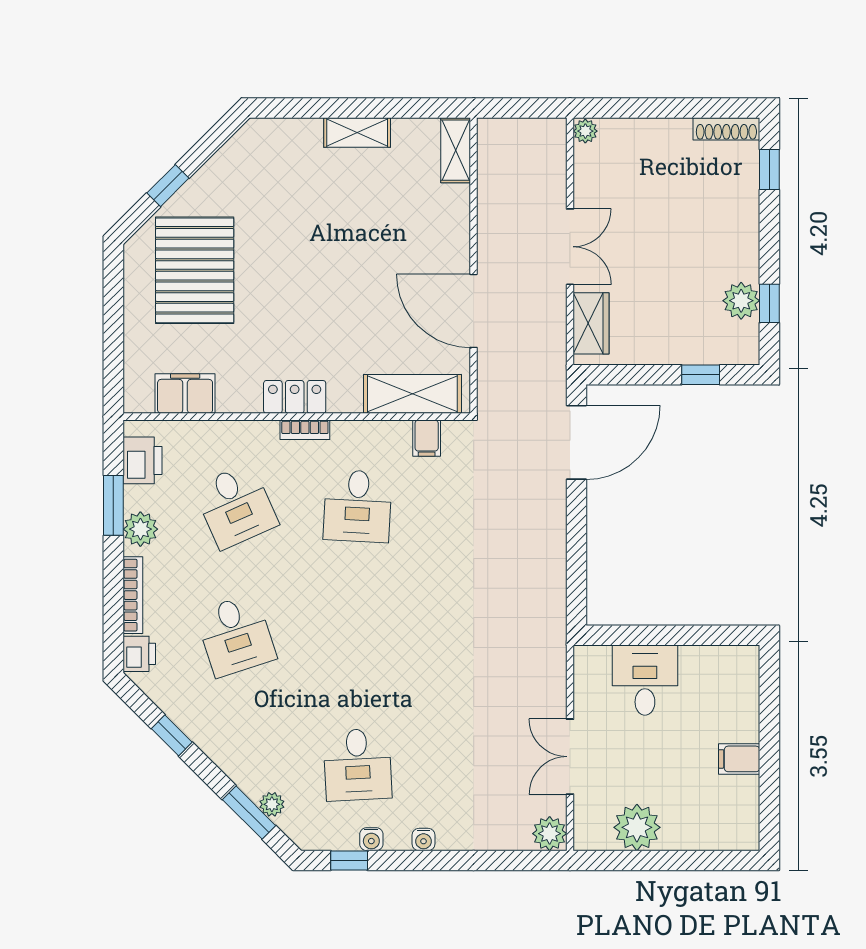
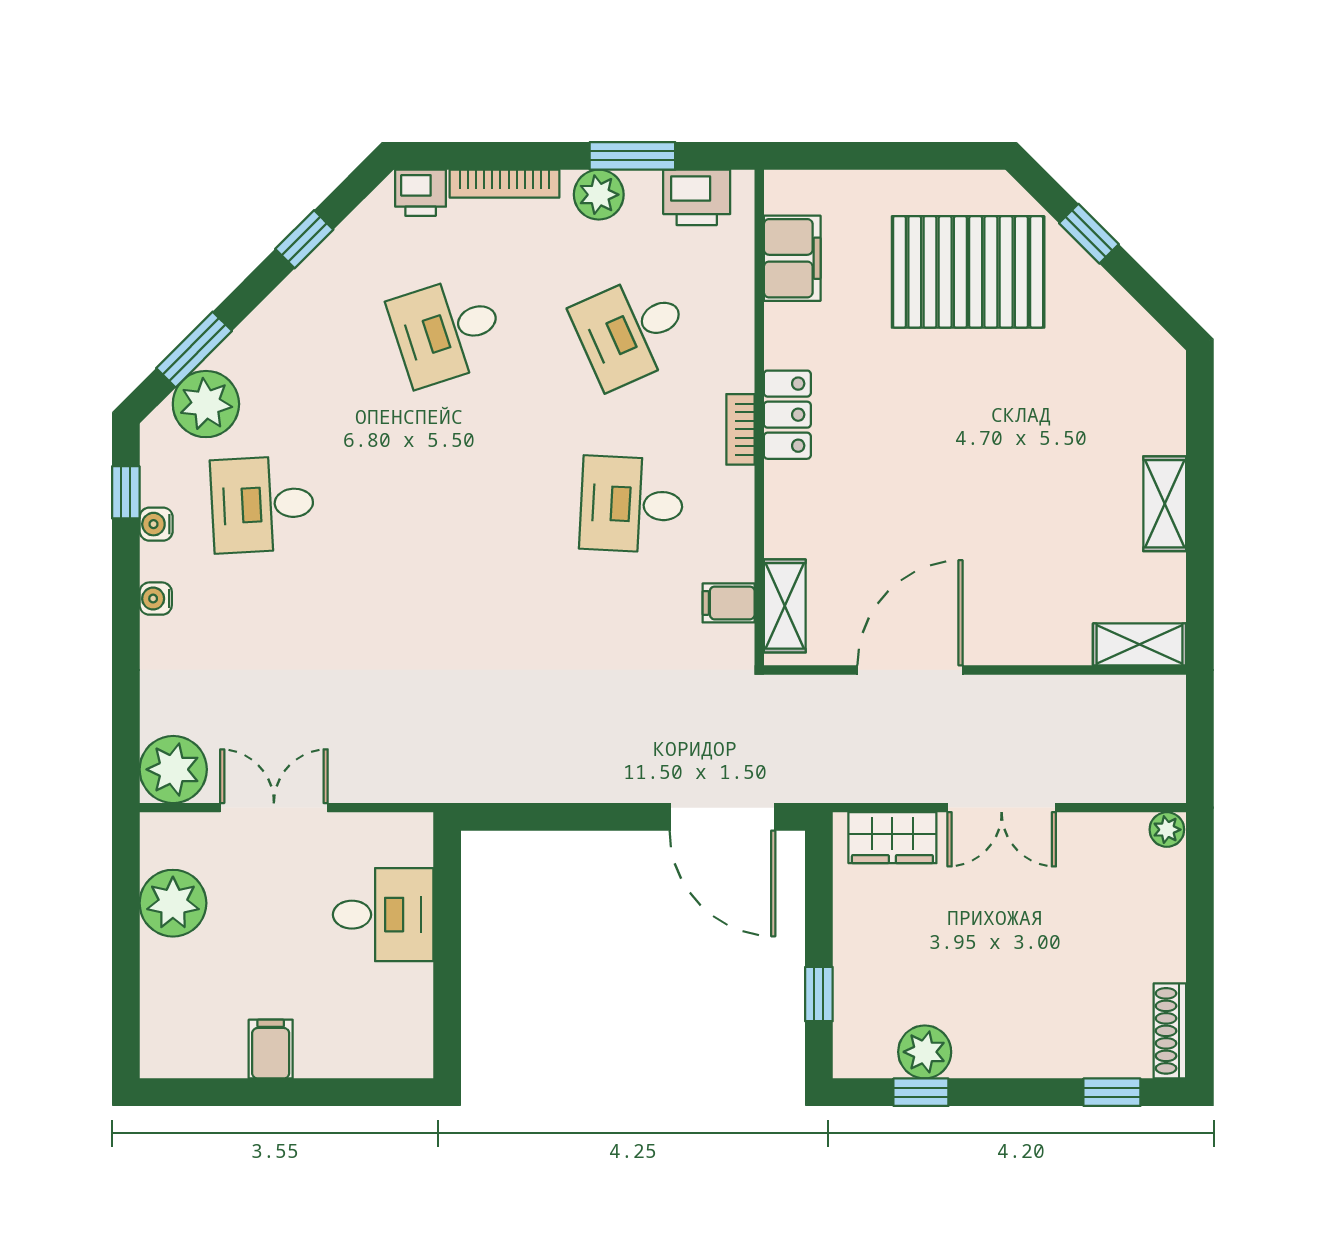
shelving: (412, 394) -> (785, 606), width x0.67, depth x0.75
plant: (272, 804) -> (206, 404), width x1.87, depth x1.87
plant: (550, 834) -> (173, 769), width x1.36, depth x1.36

